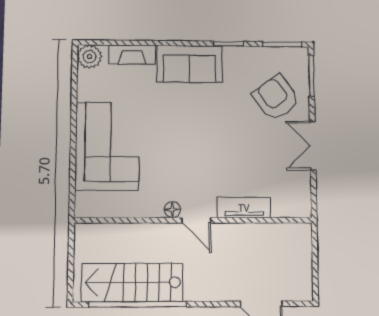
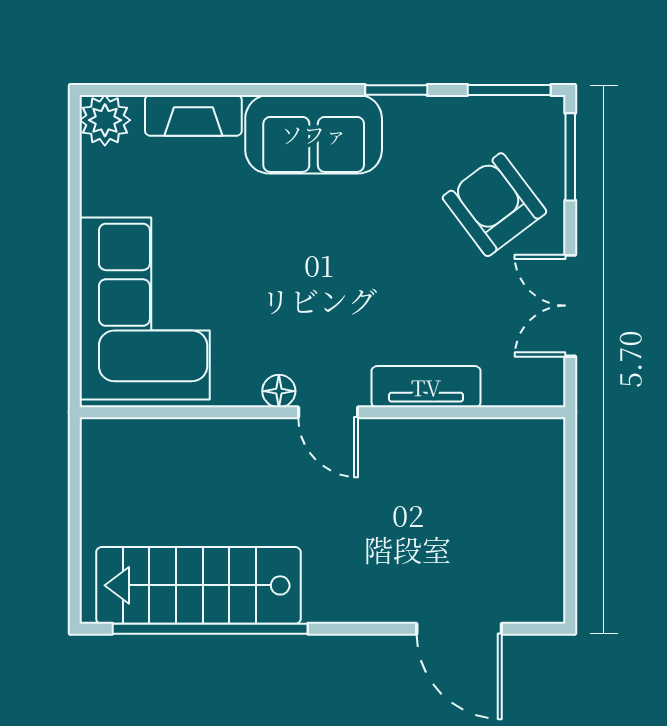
tv unit: (244, 208) -> (426, 387), moved
floor lamp: (172, 210) -> (279, 391), moved
wall: (194, 220) -> (322, 412), moved
door: (196, 220) -> (328, 412), moved

